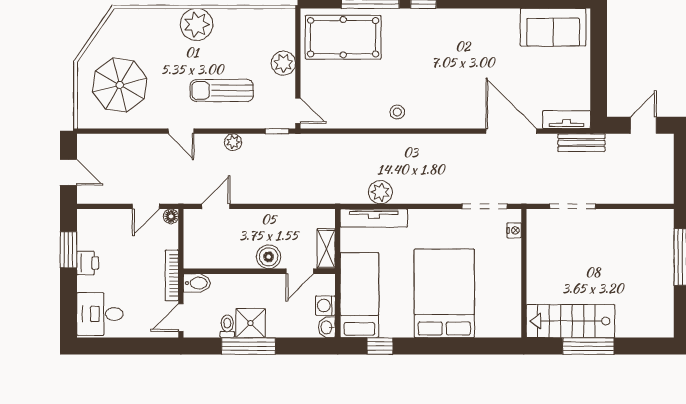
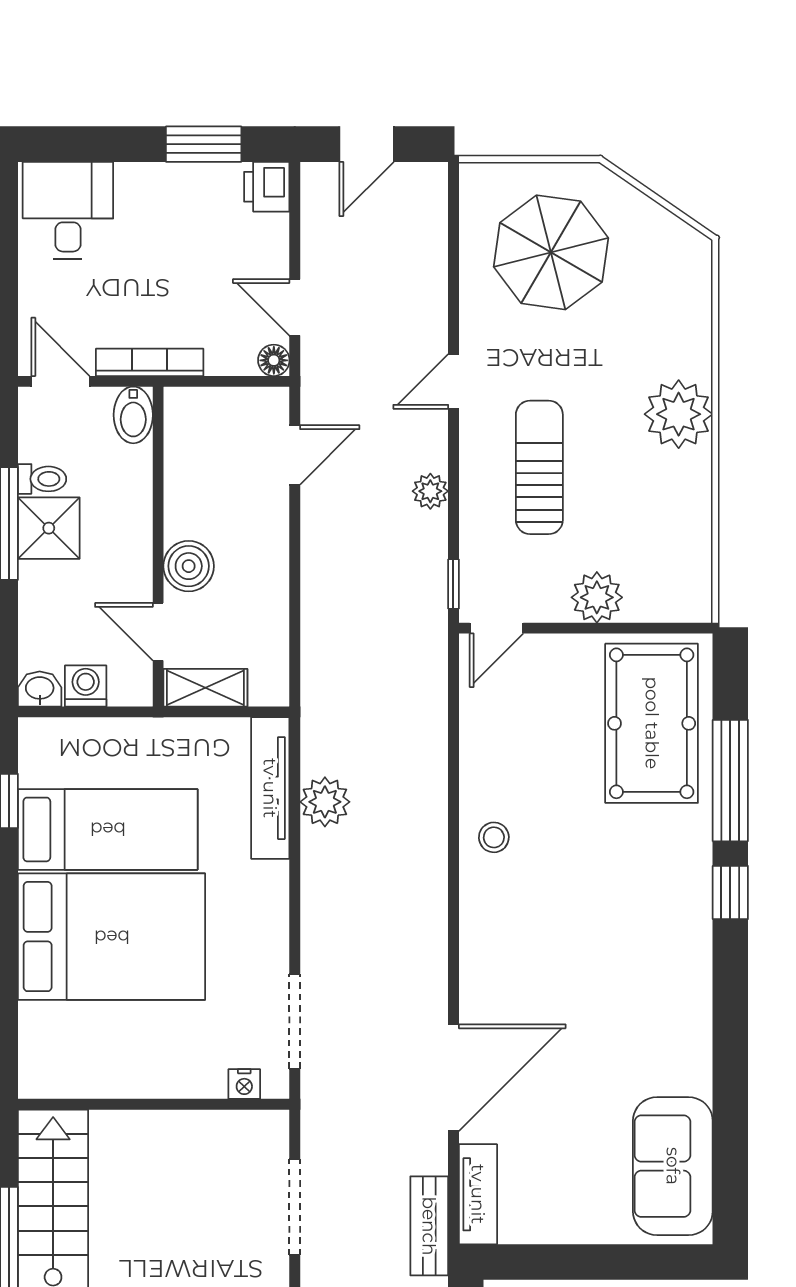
door: (216, 206) -> (295, 455), hinge flipped
printer: (88, 263) -> (267, 187), moved, turned 90
bed: (359, 295) -> (108, 829), moved

